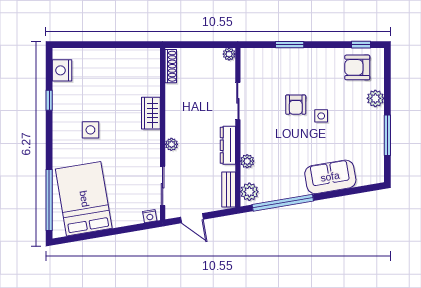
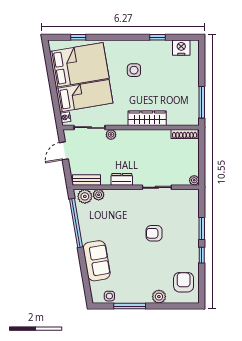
window: (131, 45) -> (202, 102), added
window: (361, 45) -> (202, 255), moved
wardrobe: (151, 113) -> (147, 118), width x1.50
side table: (321, 116) -> (109, 296), moved
plant: (171, 144) -> (111, 135), moved
dresser: (228, 145) -> (122, 179), width x0.70
plant: (247, 161) -> (99, 195), moved
bed: (123, 192) -> (84, 96), added
window: (49, 200) -> (78, 37), width x0.32

